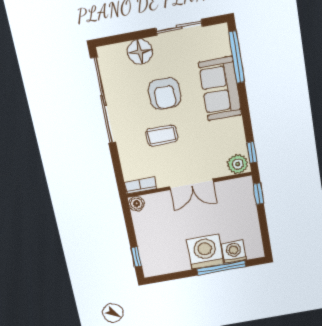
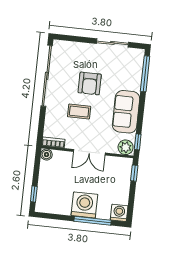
floor lamp: (140, 52) -> (82, 51), removed
sofa: (220, 89) -> (126, 112), moved
washing machine: (234, 252) -> (119, 213), moved

